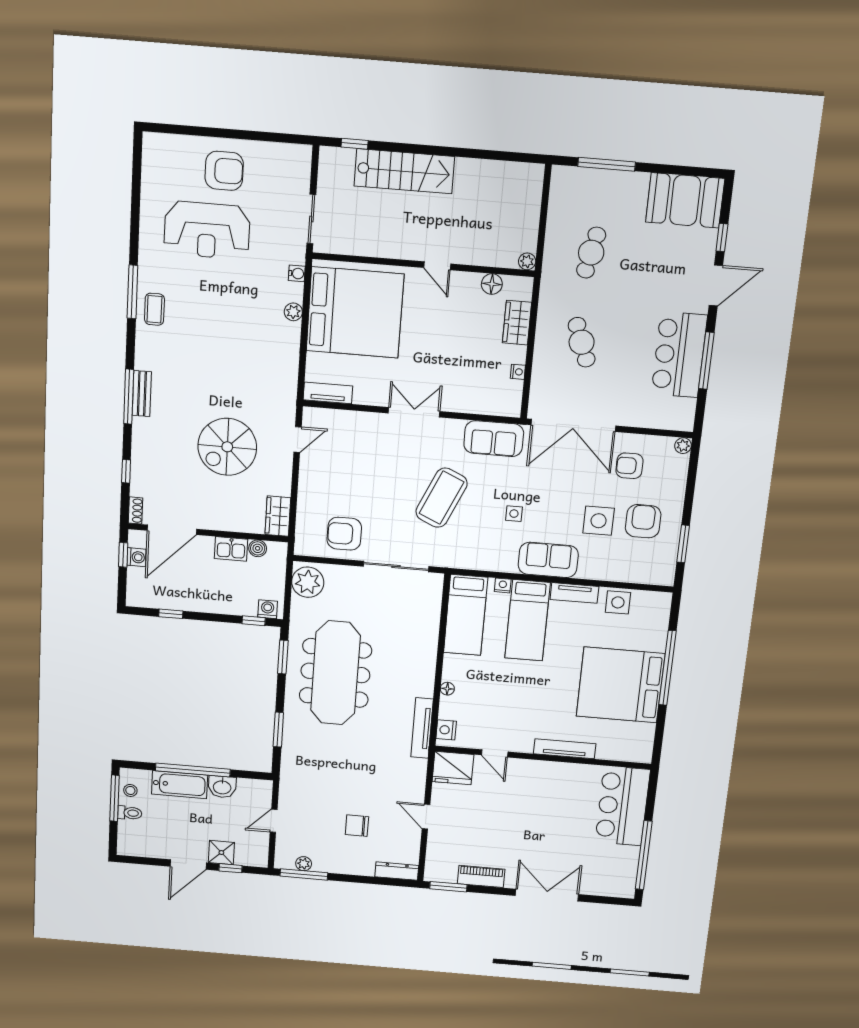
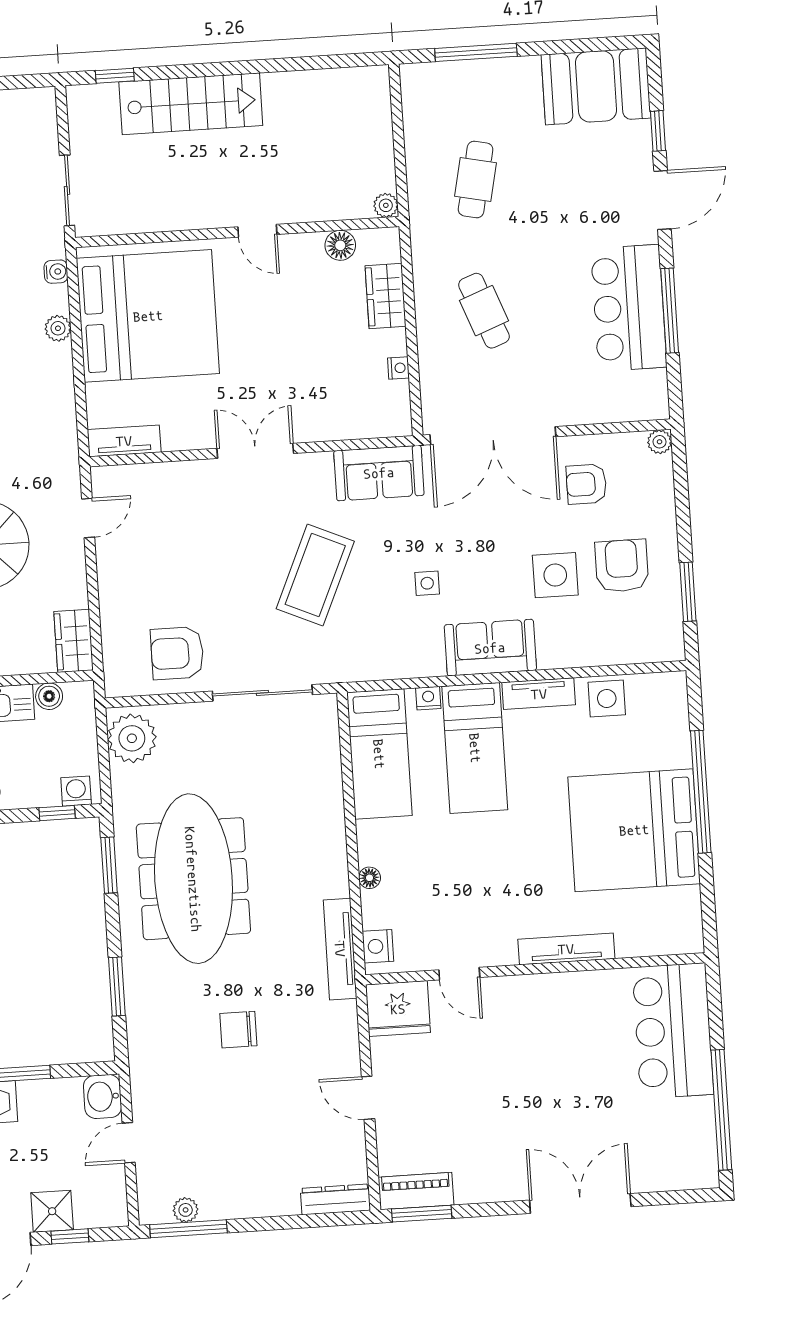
washbasin: (222, 787) -> (103, 1096), moved, turned 90
chair: (357, 826) -> (238, 1030), moved
piano: (481, 877) -> (416, 1191), moved

